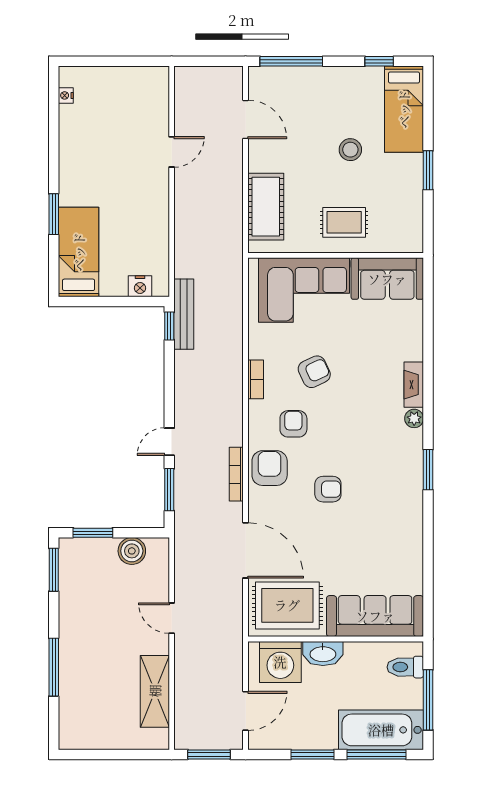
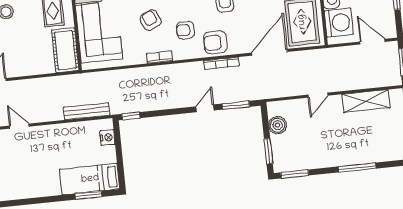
cot: (266, 207) -> (65, 50), moved, turned 90
window: (54, 214) -> (89, 195), moved
bench: (184, 314) -> (87, 111), moved
door: (169, 442) -> (205, 108), swing flipped

